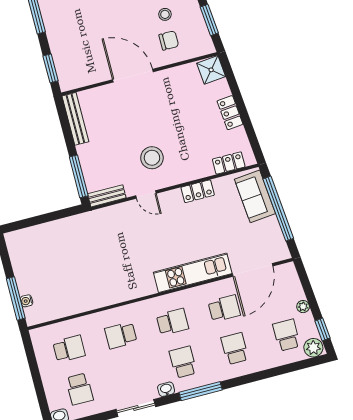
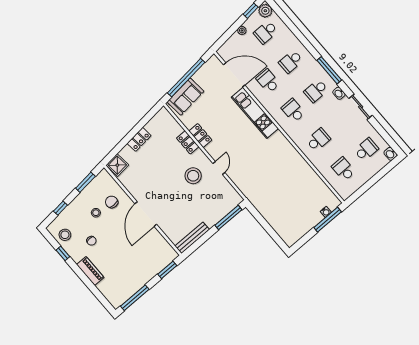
locker: (229, 163) -> (188, 142), moved
bench: (107, 196) -> (232, 193), removed
school desk: (121, 335) -> (318, 140), turned -90

